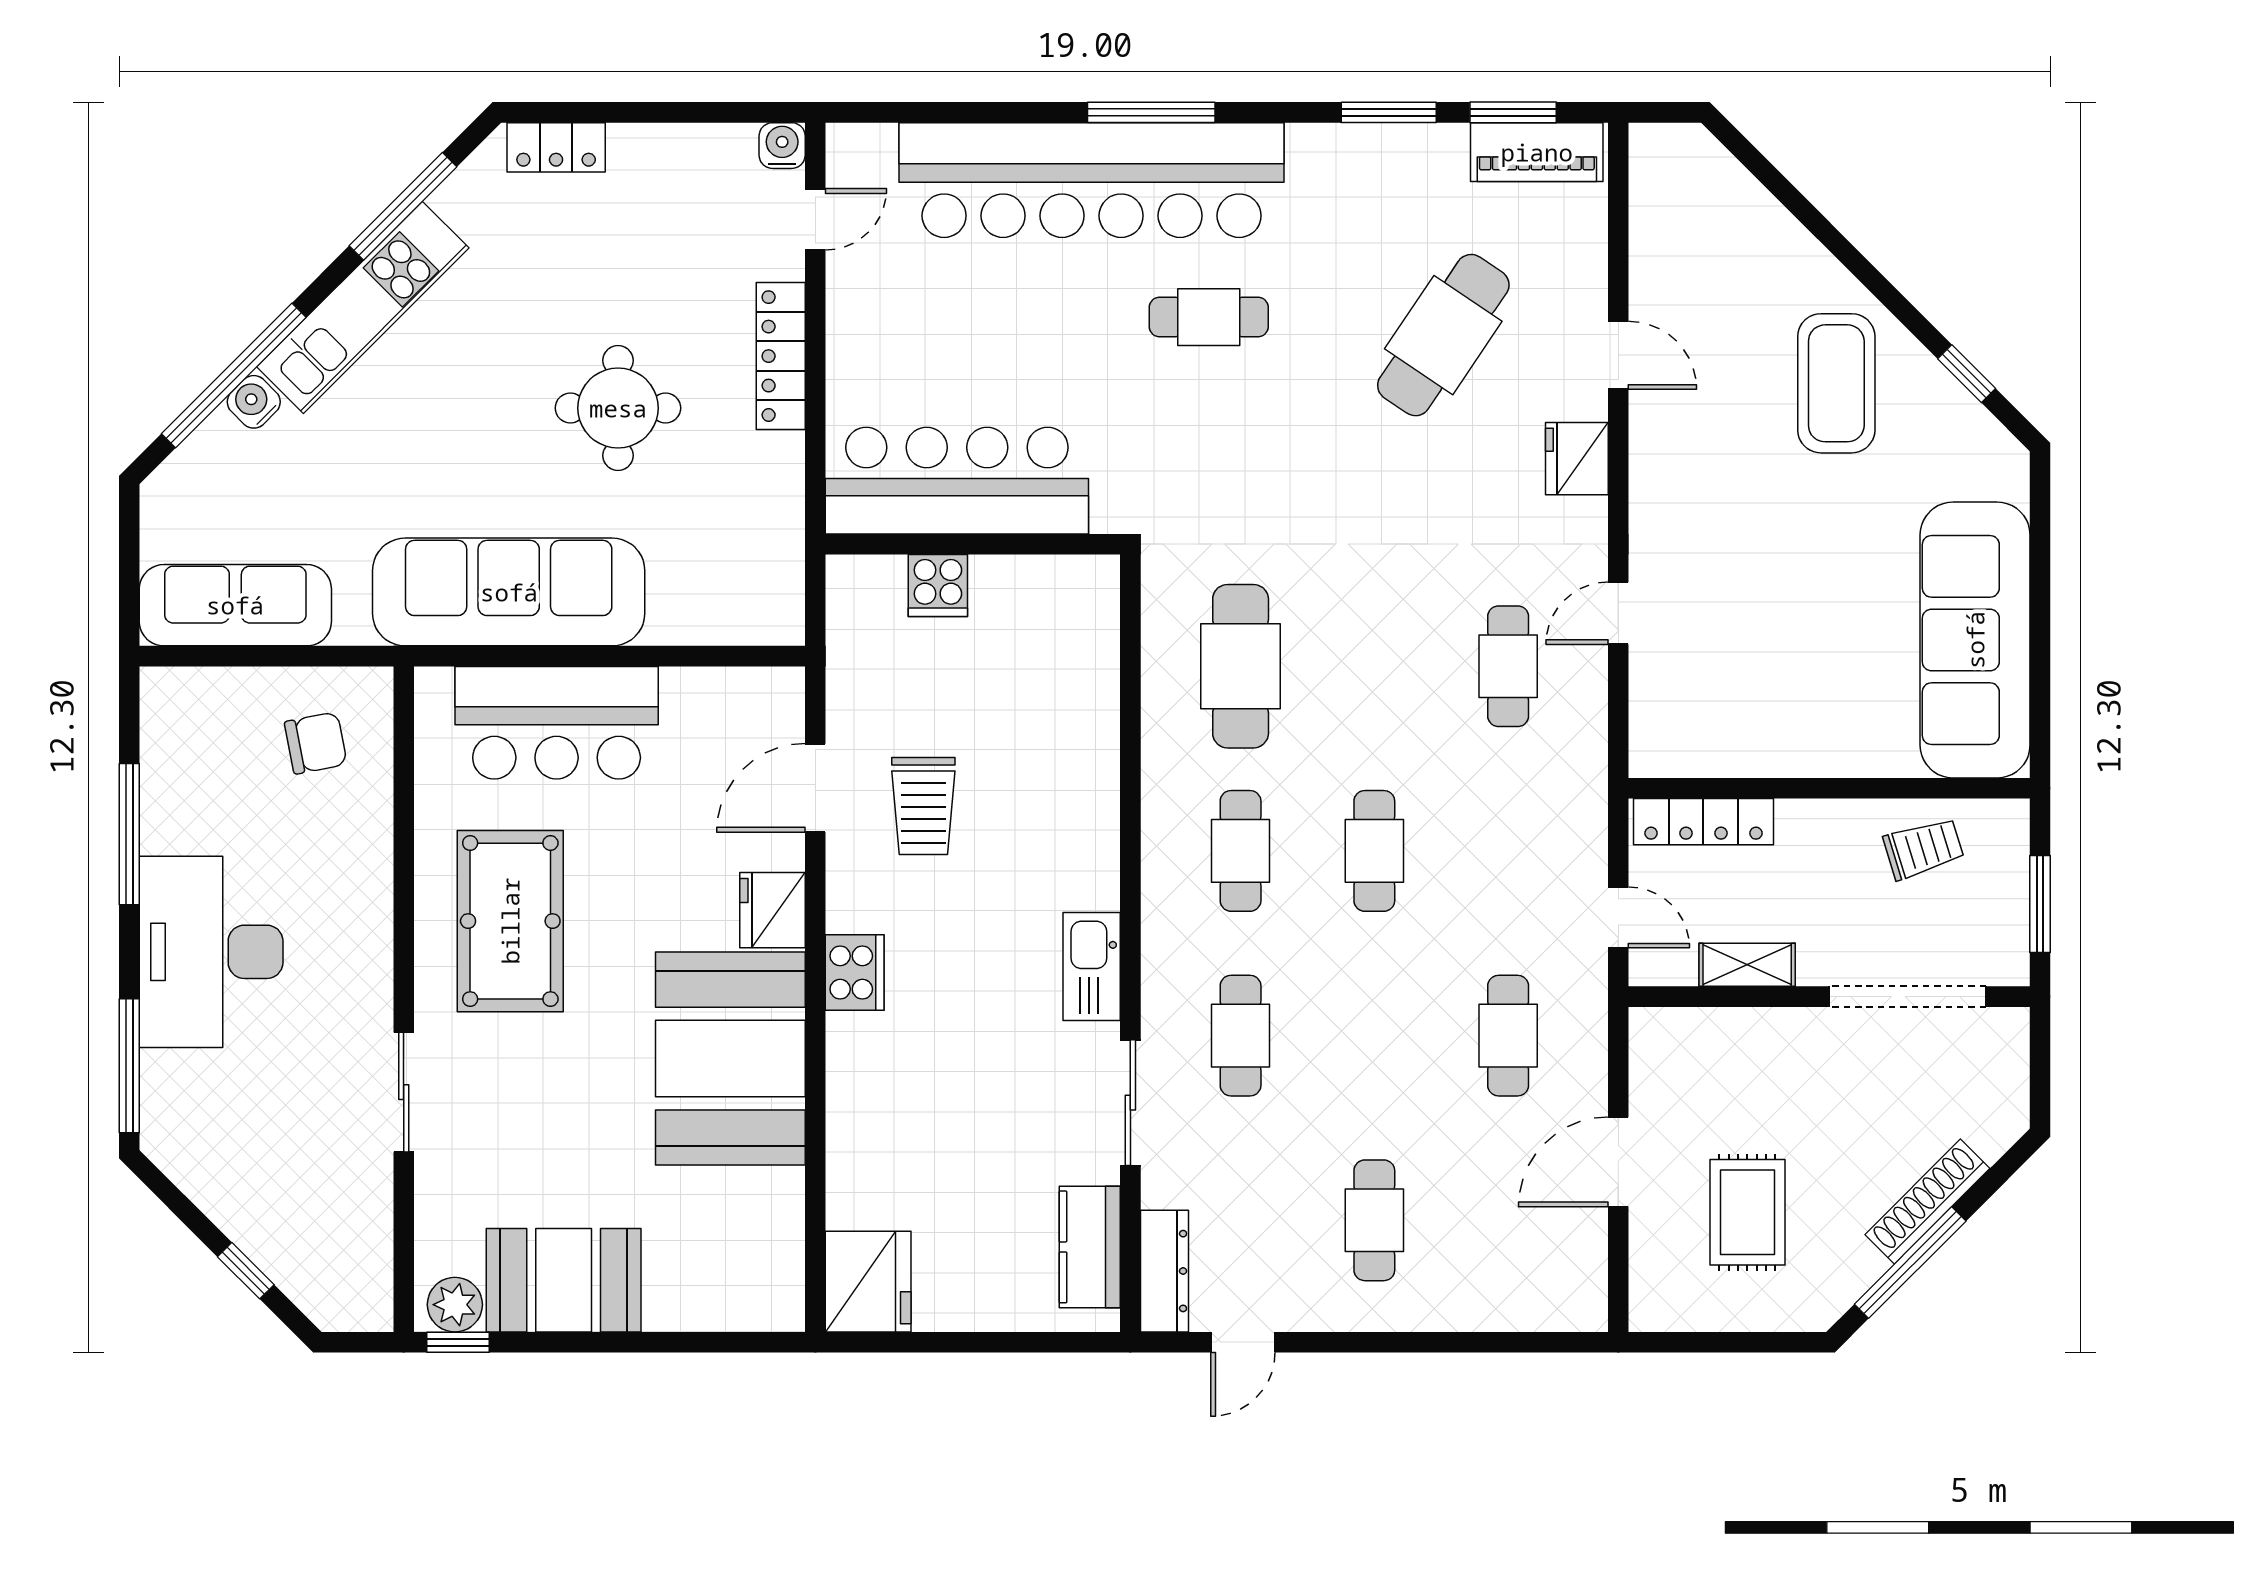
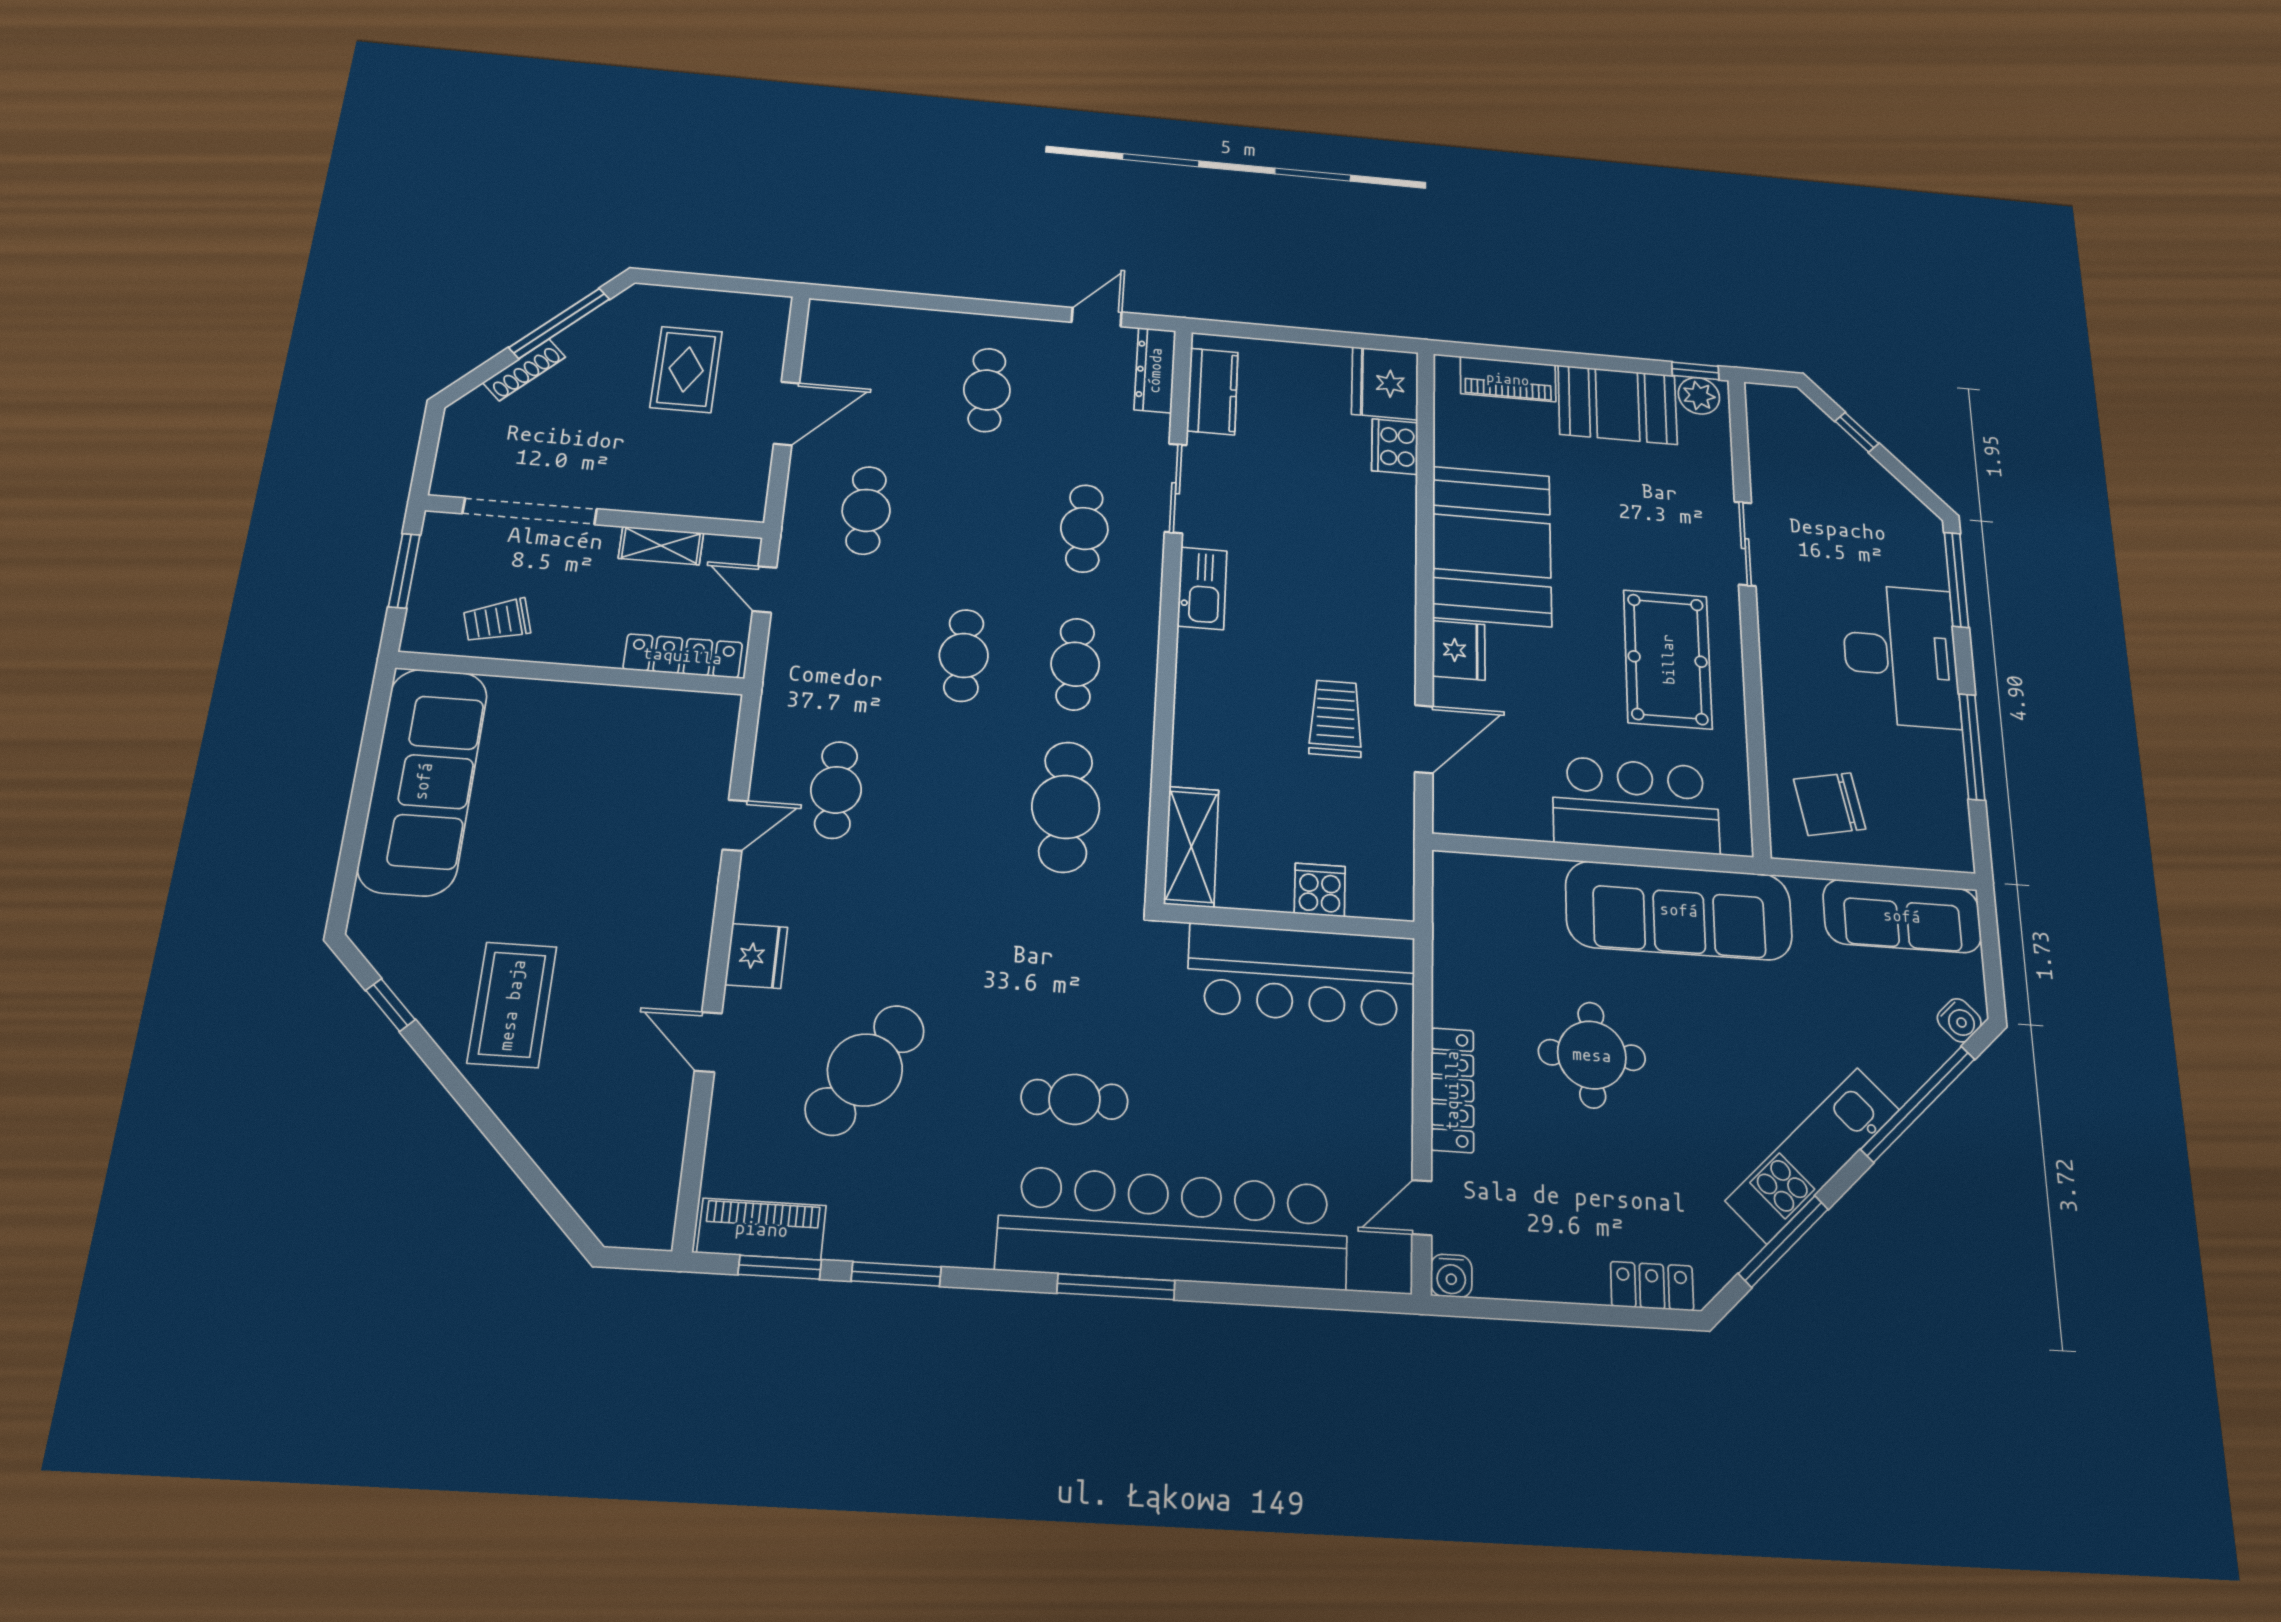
water cooler: (254, 402) -> (1959, 1020), moved
shelving: (1091, 628) -> (1191, 847), added
chair: (316, 743) -> (1830, 804), width x1.37, depth x1.37
cooker: (855, 972) -> (1395, 447), moved
shoe rack: (1927, 1202) -> (524, 370), width x0.74, depth x0.81
piano: (707, 1304) -> (1508, 379), added

